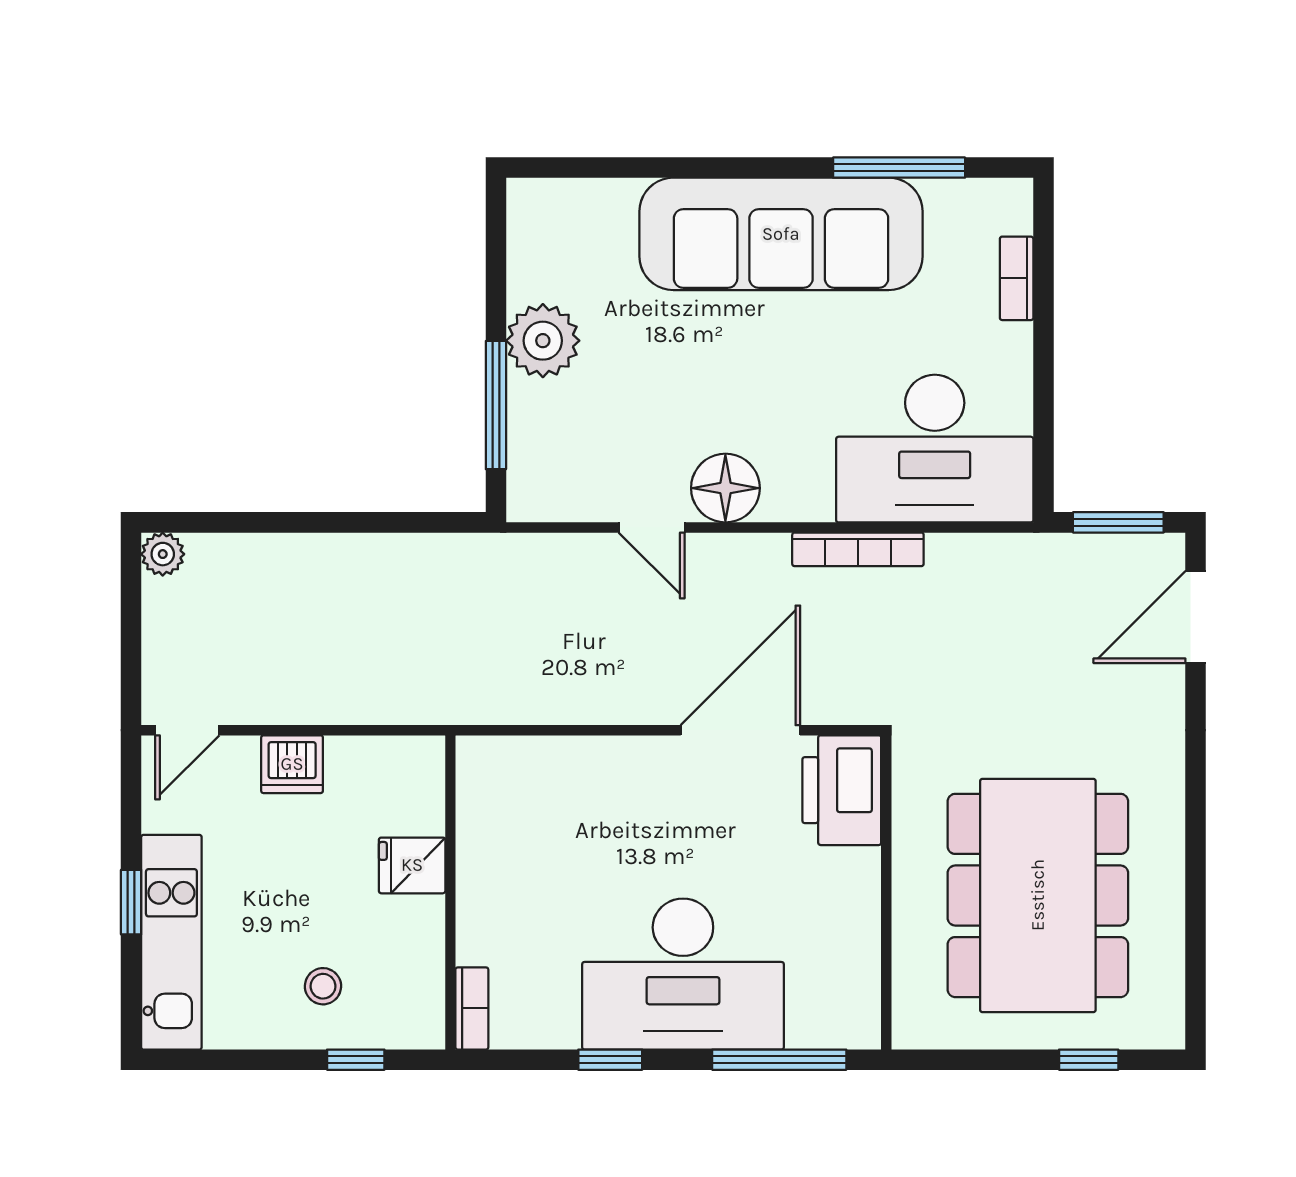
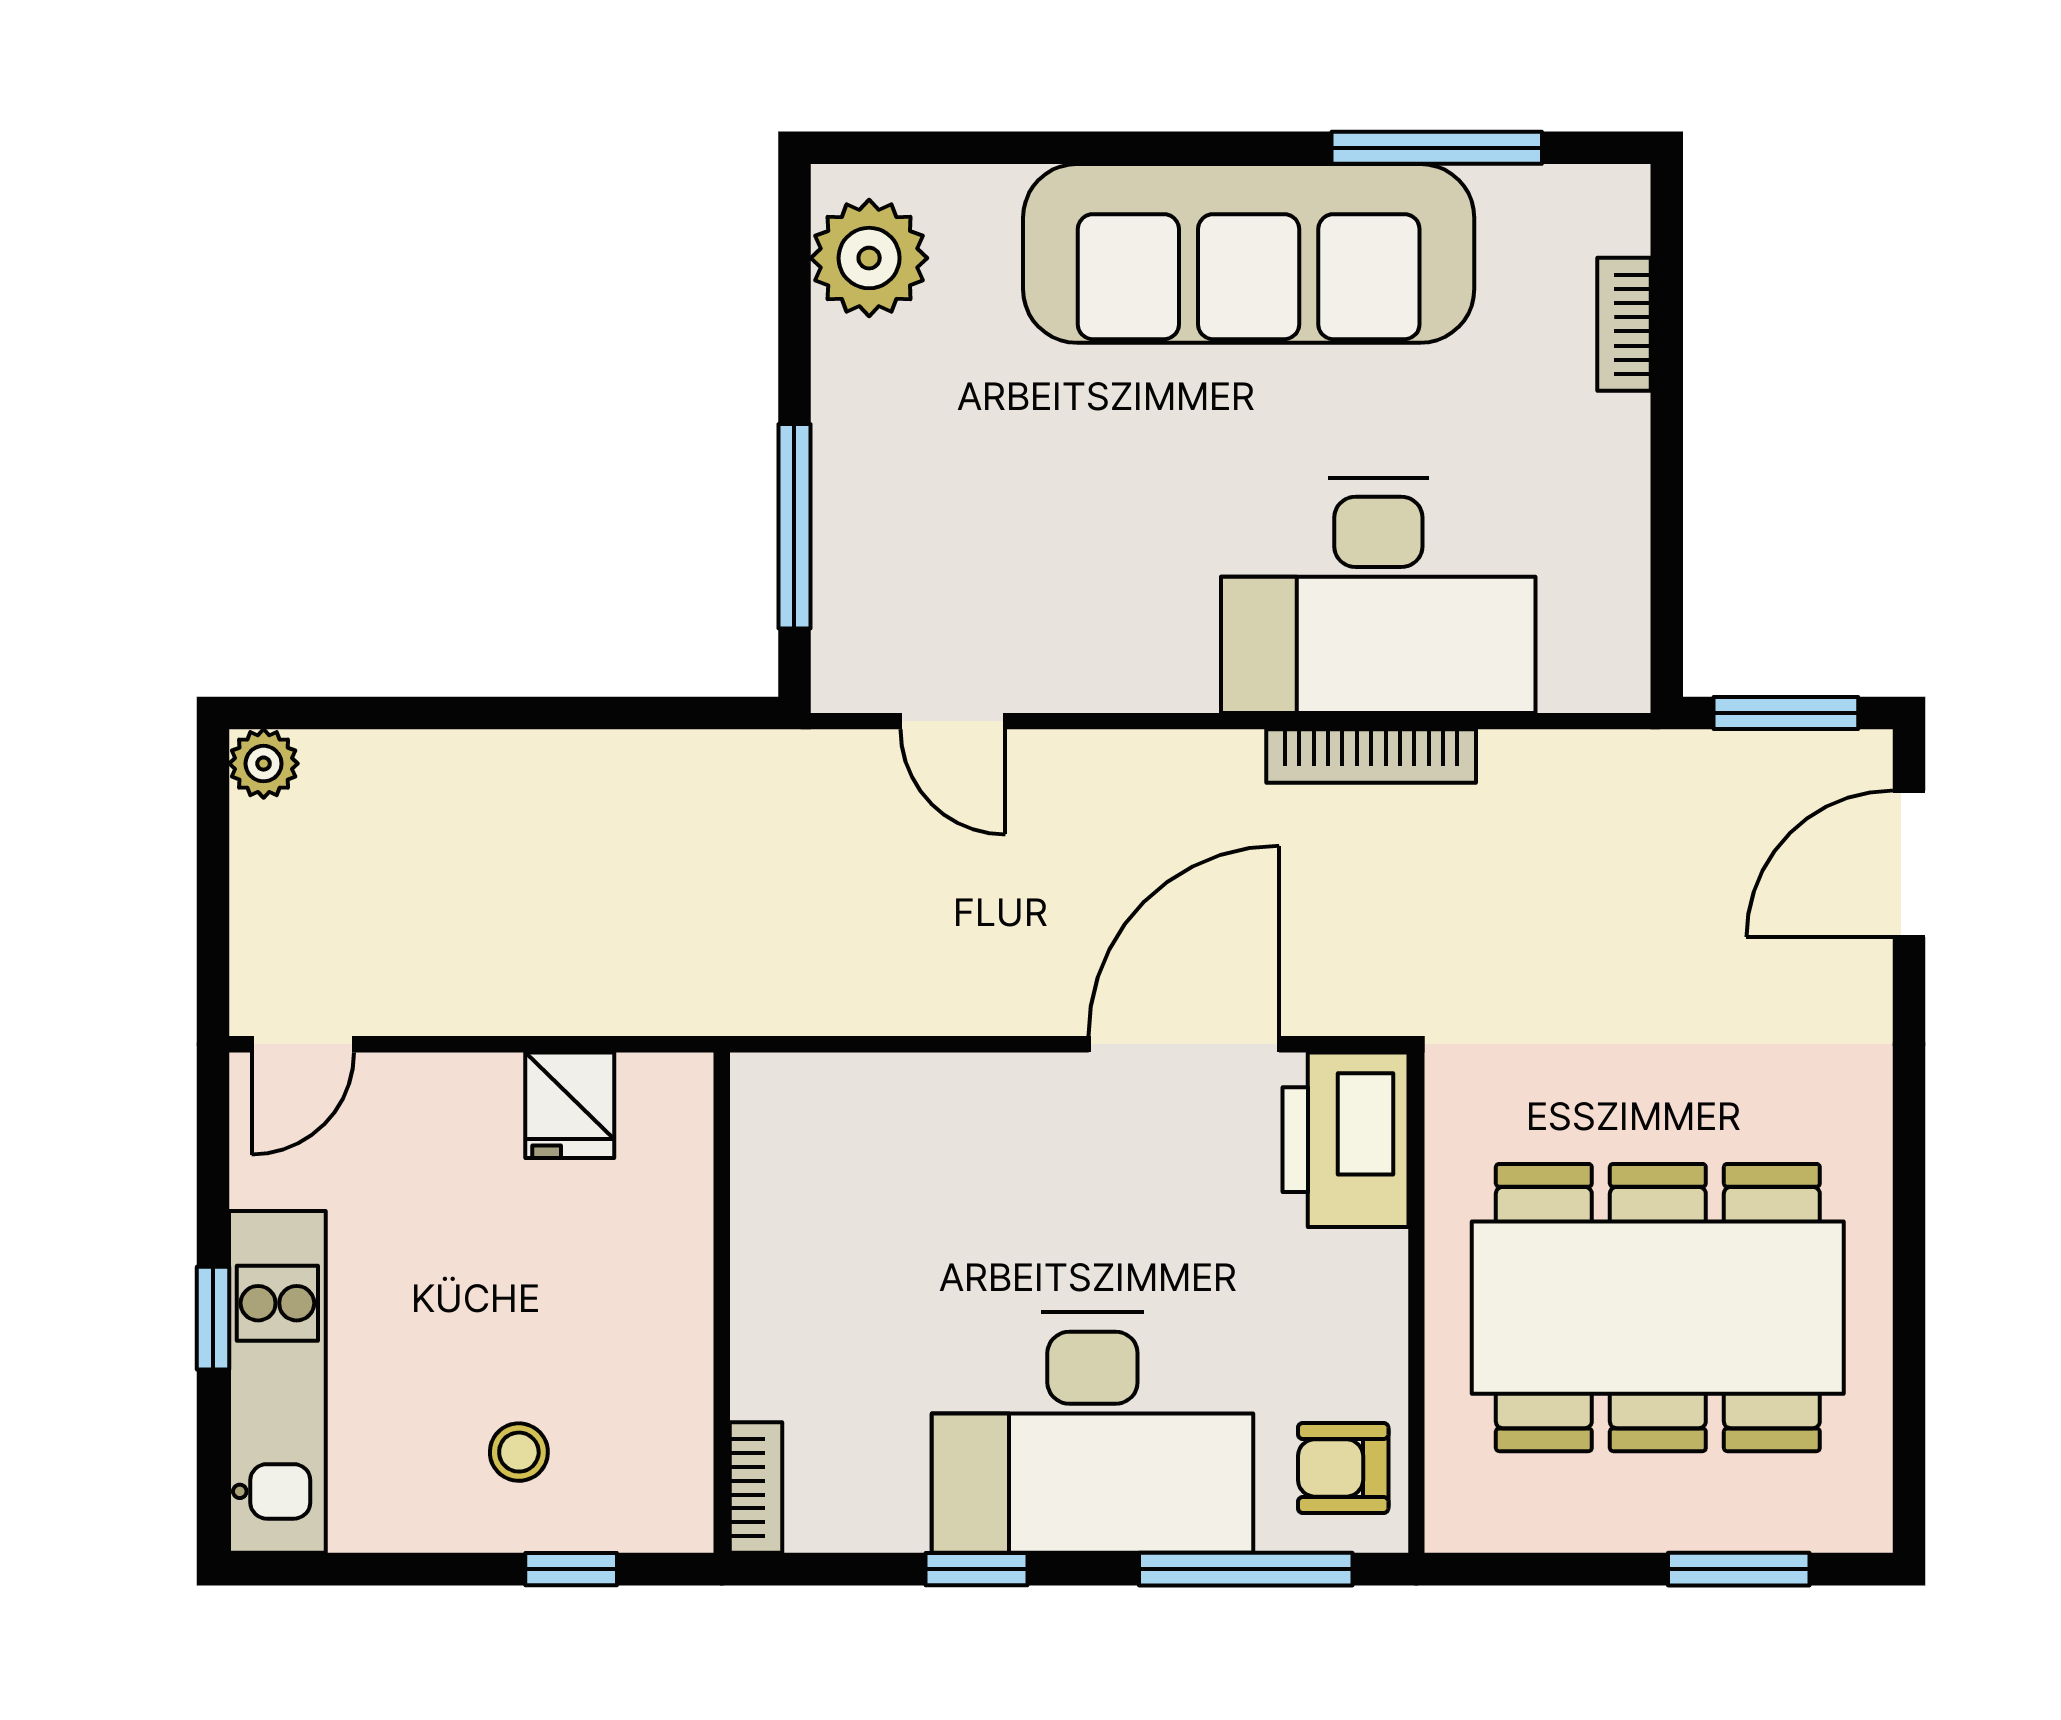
plant: (543, 341) -> (869, 258), moved
desk: (935, 449) -> (1378, 595), moved
floor lamp: (725, 488) -> (1160, 658), removed
door: (652, 527) -> (953, 721), moved
dishwasher: (292, 764) -> (470, 1098), removed
fridge: (412, 865) -> (570, 1105), moved, turned -90
dining table: (1038, 895) -> (1658, 1308), turned 90
armchair: (840, 996) -> (1343, 1468), added
window: (1089, 1060) -> (1739, 1569), width x1.50

